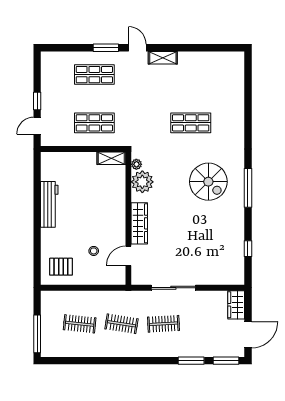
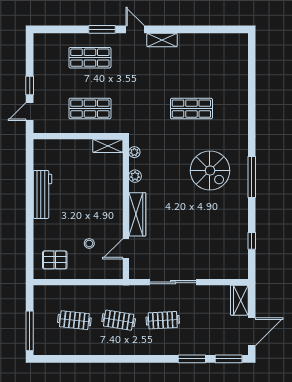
plant: (142, 182) -> (135, 176), width x0.53, depth x0.53

